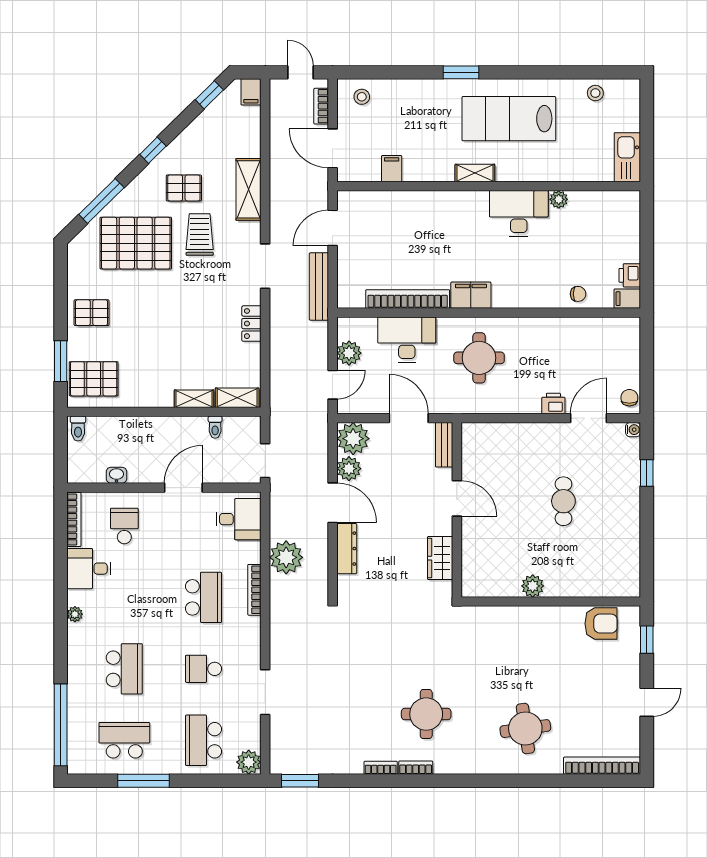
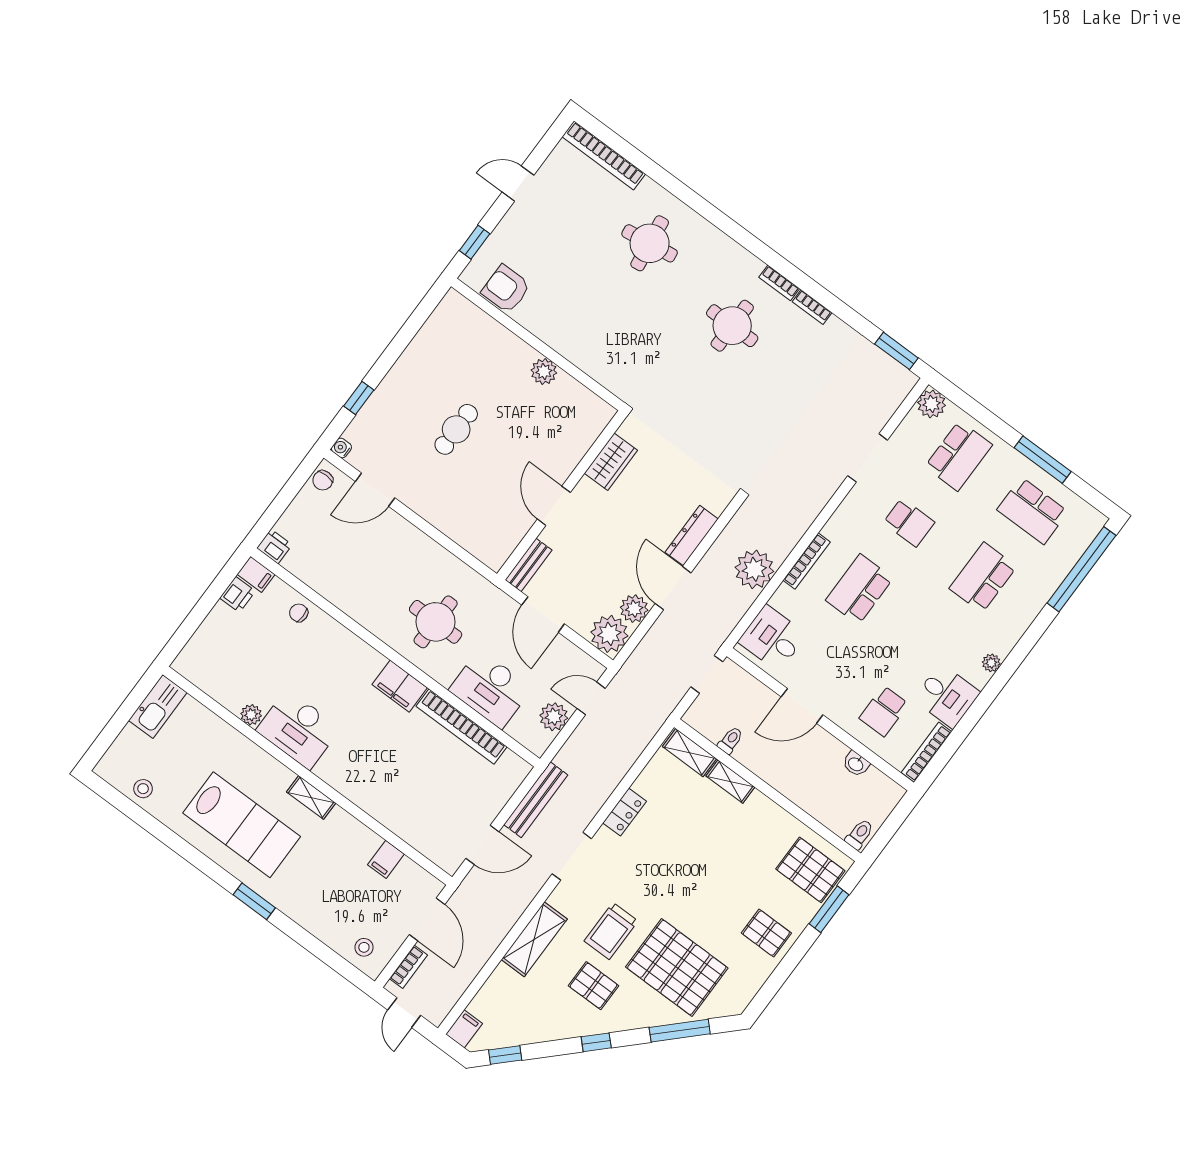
printer: (553, 403) -> (274, 546), moved, turned 180

